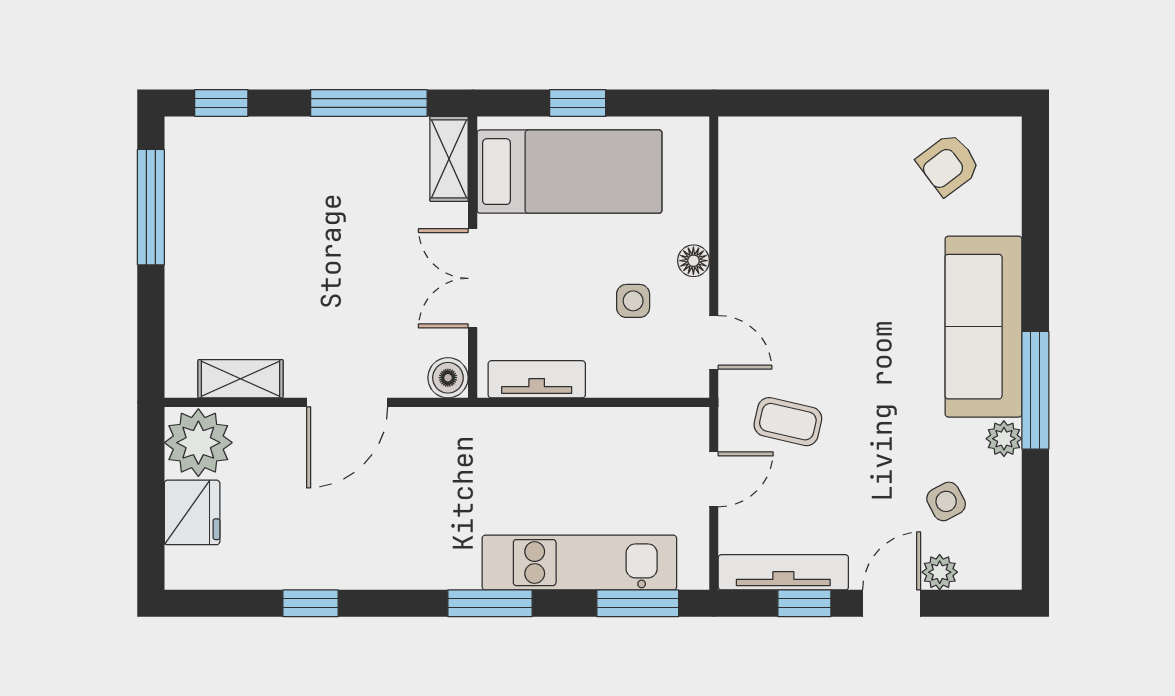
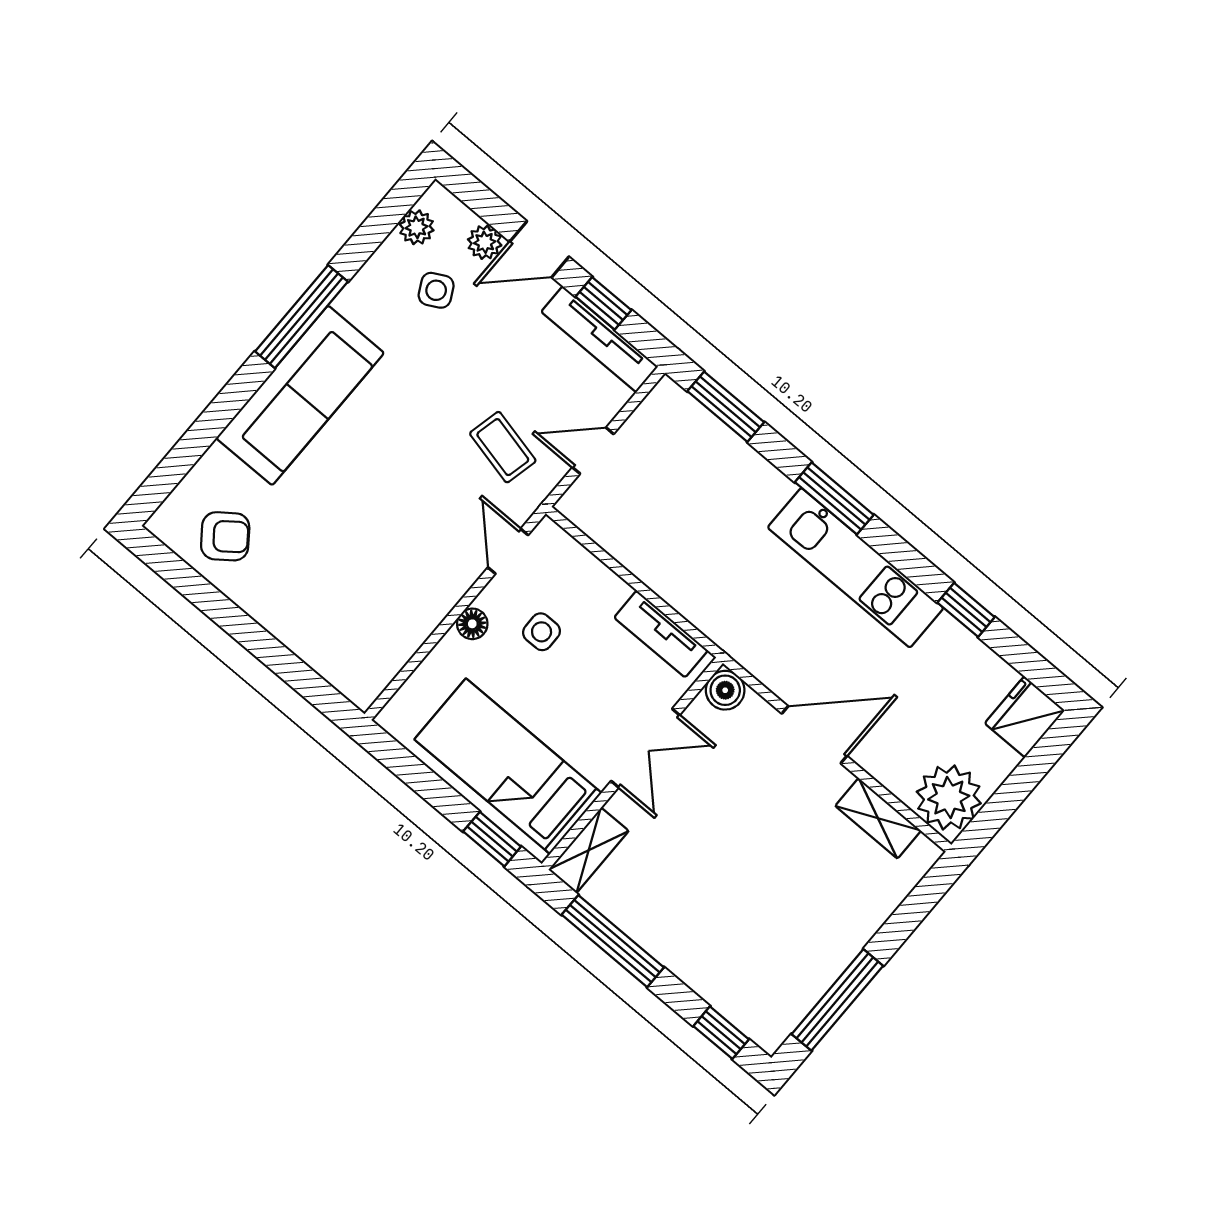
window: (578, 103) -> (492, 839), moved
plant: (1004, 439) -> (417, 227), moved
fridge: (192, 512) -> (1025, 717), moved
kitchen unit: (579, 563) -> (856, 568), moved

